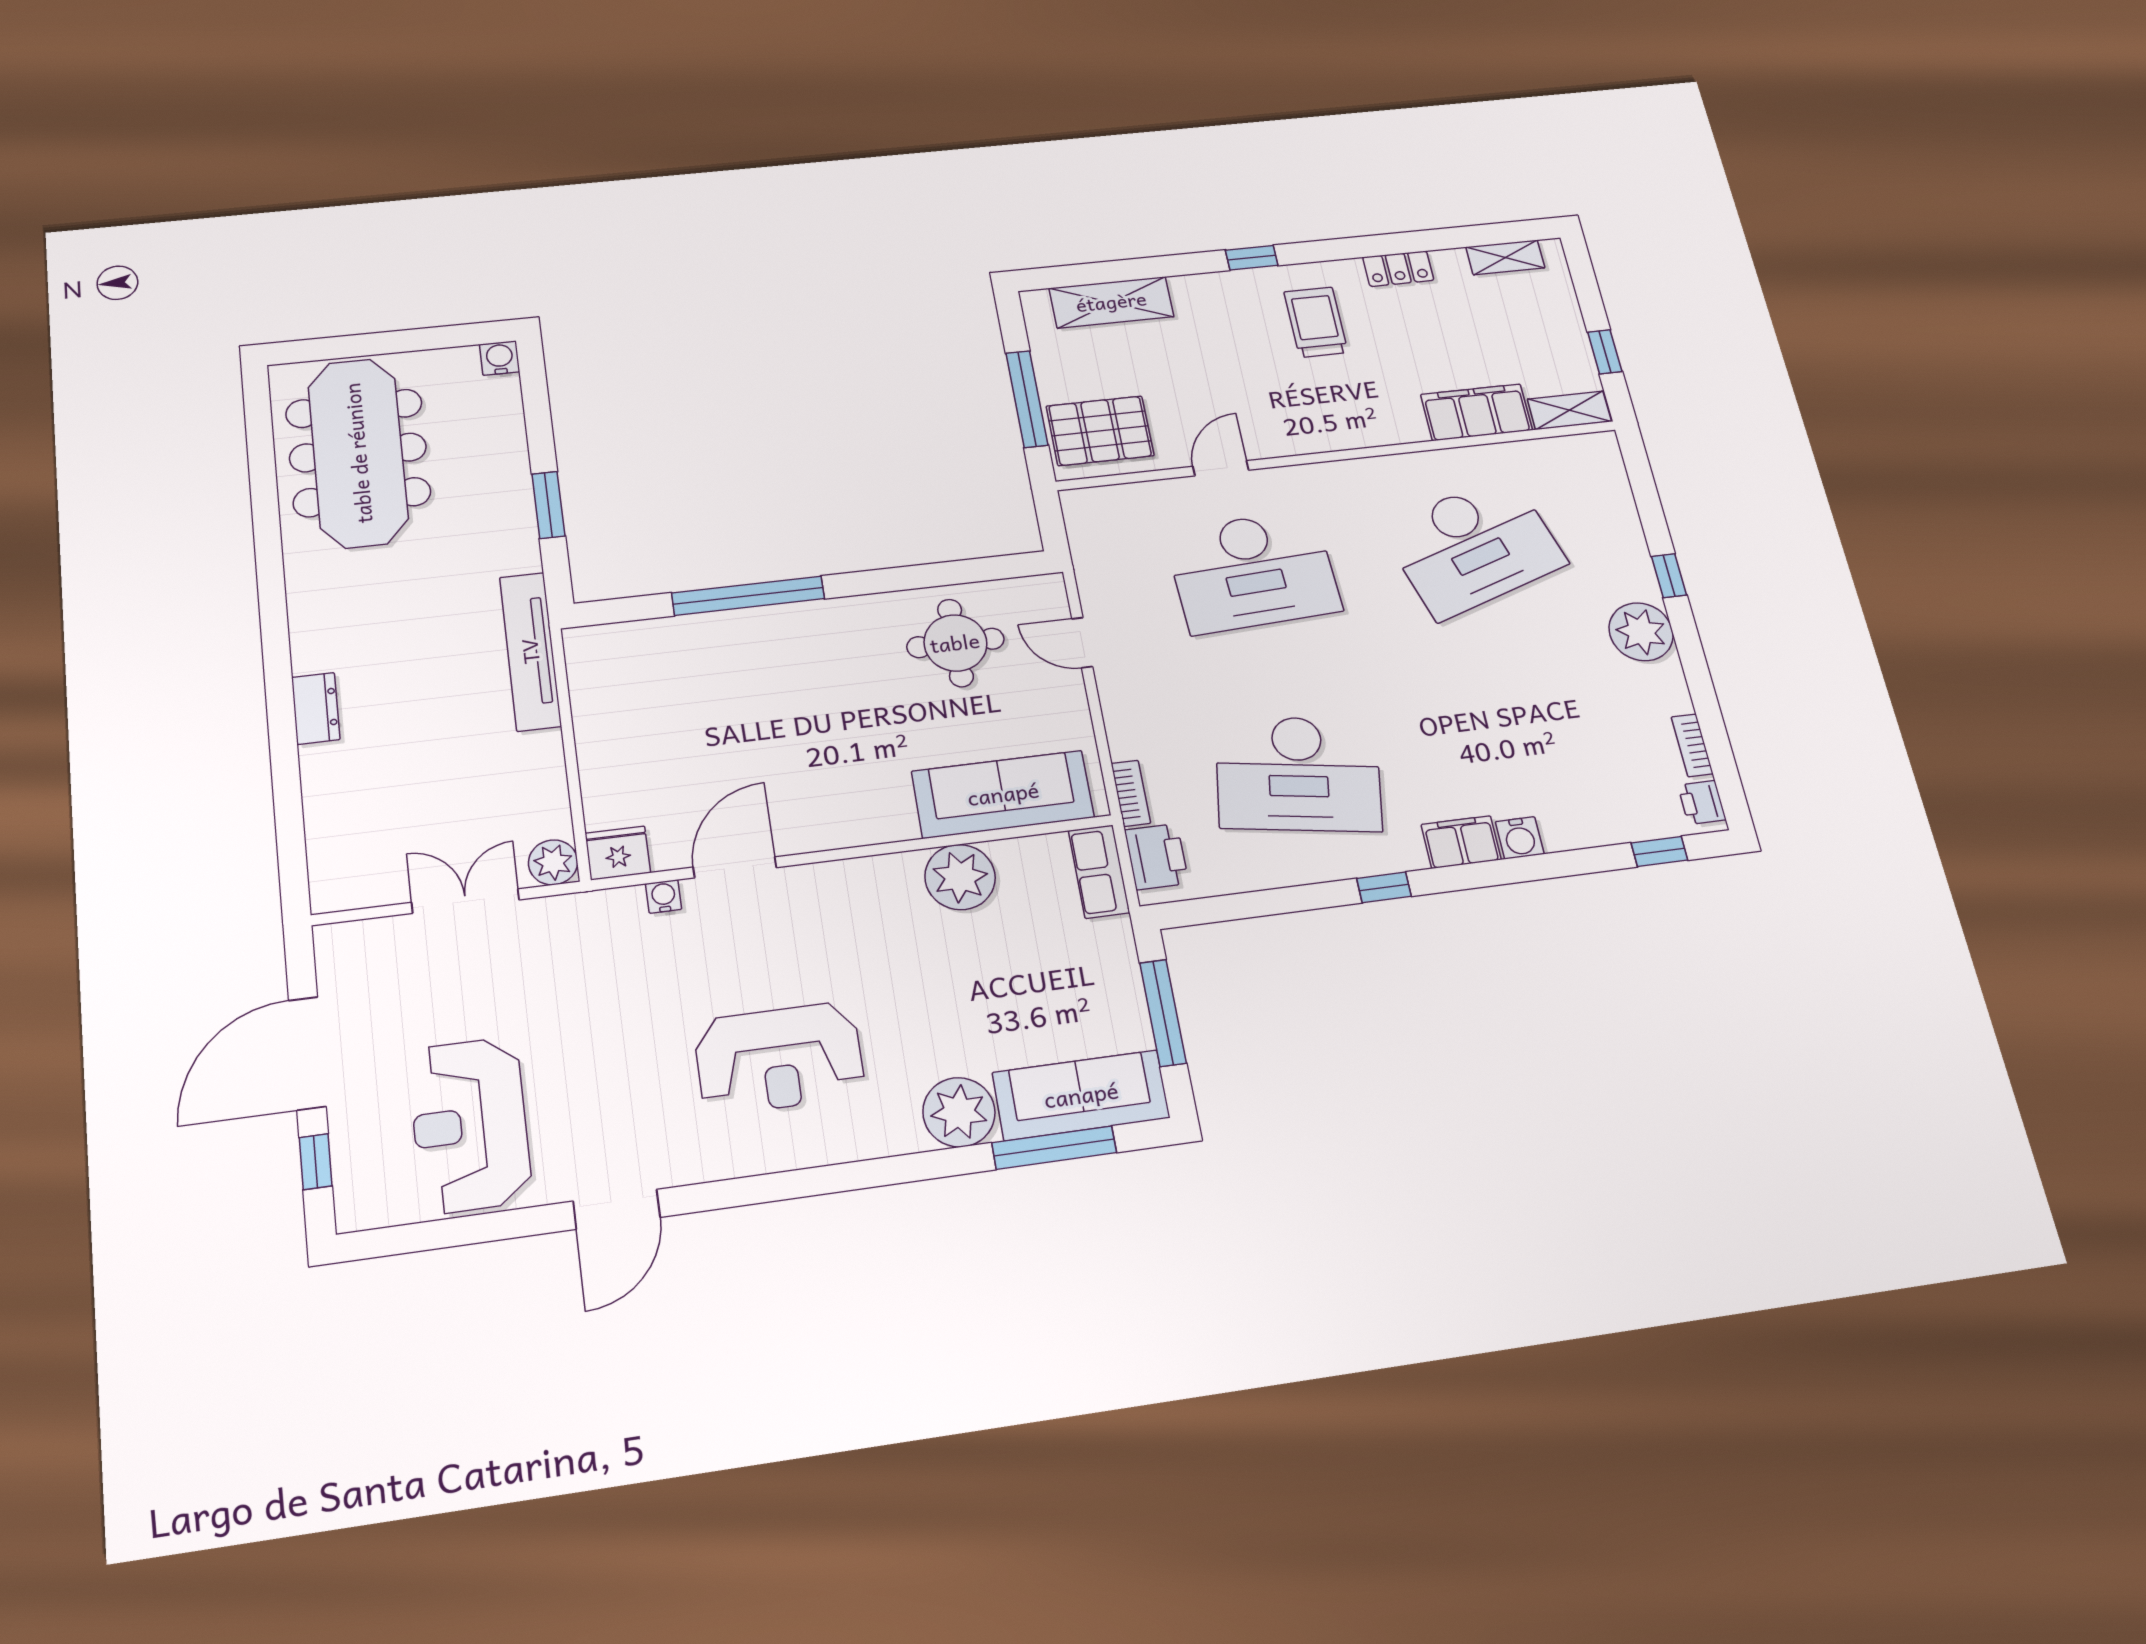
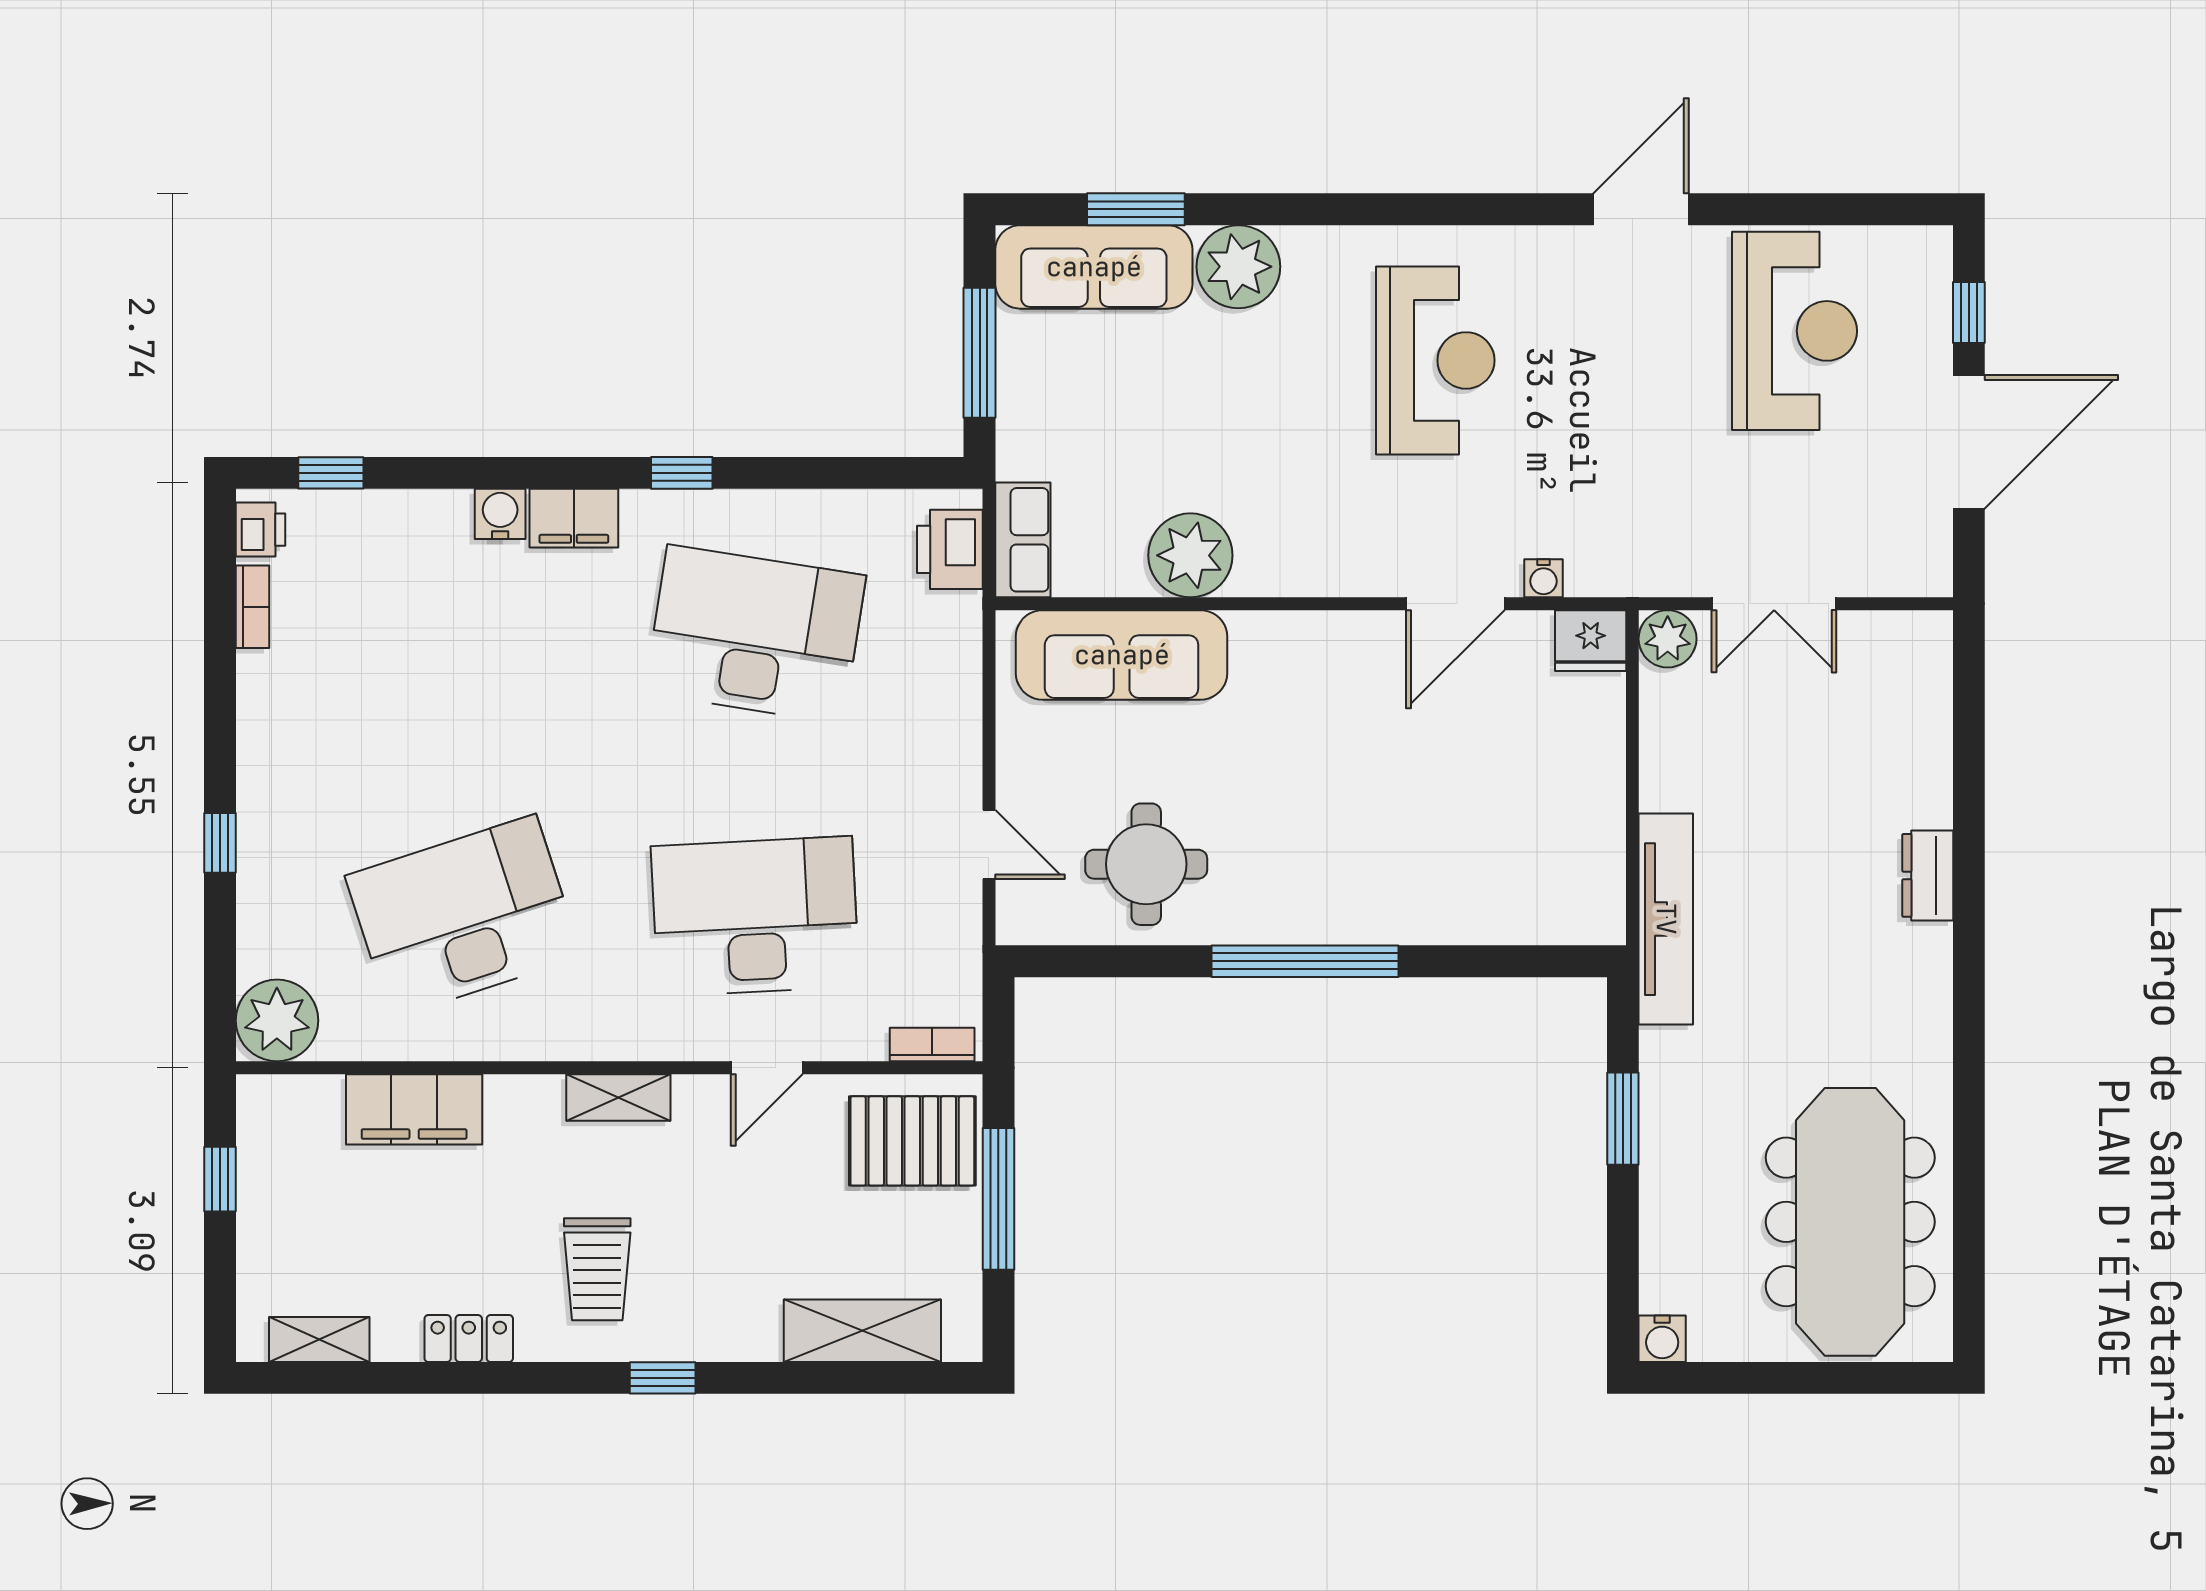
shelving: (1569, 410) -> (618, 1098), moved
window: (748, 596) -> (1305, 961), moved
plant: (1641, 632) -> (277, 1020), moved
bookcase: (1131, 793) -> (932, 1045), moved, turned 90
reception desk: (779, 1058) -> (1435, 360), turned 90
window: (1054, 1148) -> (1136, 209), width x0.69

